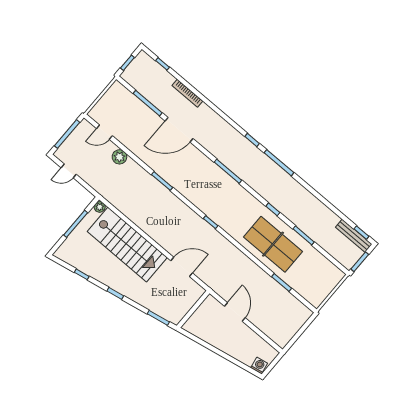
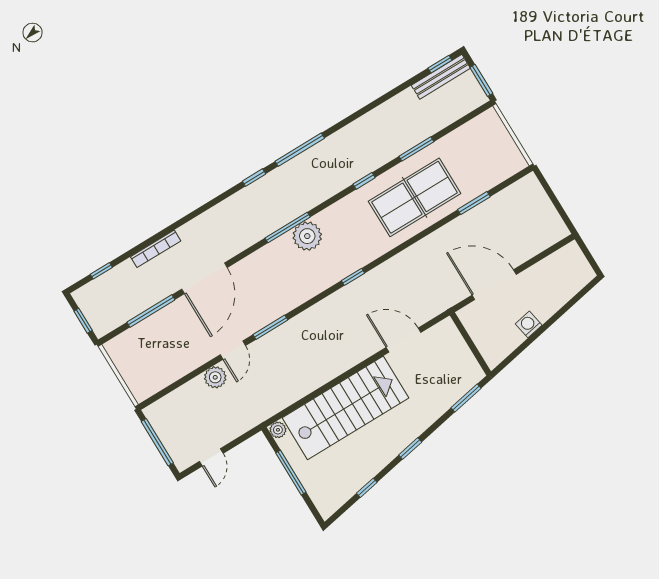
door: (104, 132) -> (233, 350), moved
plant: (227, 185) -> (307, 236), added
door: (182, 267) -> (404, 340), hinge flipped
door: (235, 312) -> (494, 285), width x1.36
washing machine: (259, 366) -> (529, 324), moved

